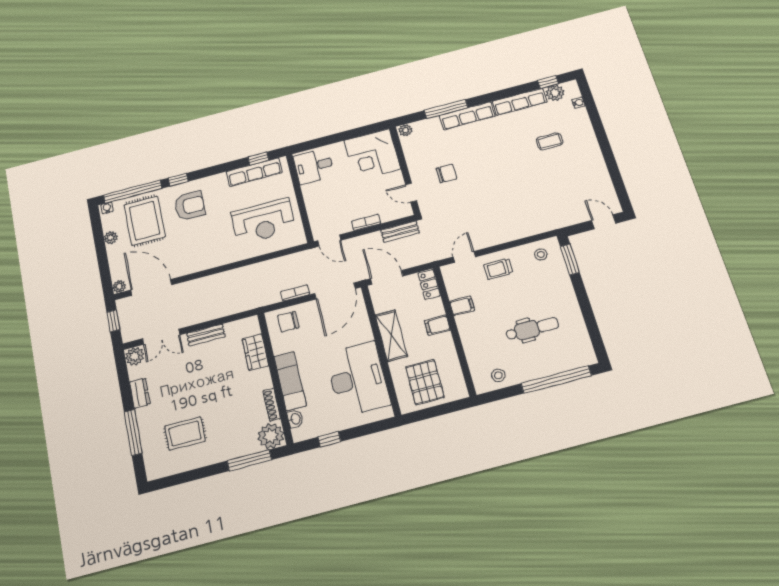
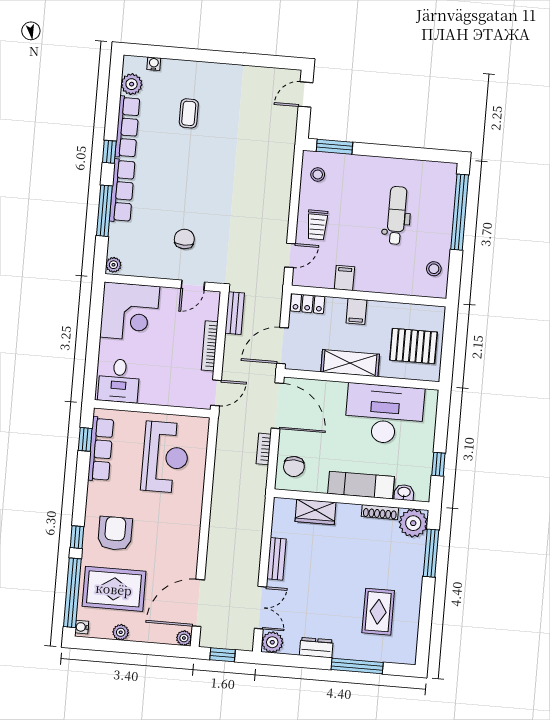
window: (548, 82) -> (109, 152), moved
bookcase: (366, 222) -> (210, 346), width x1.56
door: (464, 257) -> (290, 255), swing flipped

